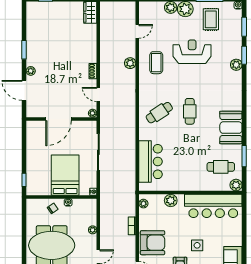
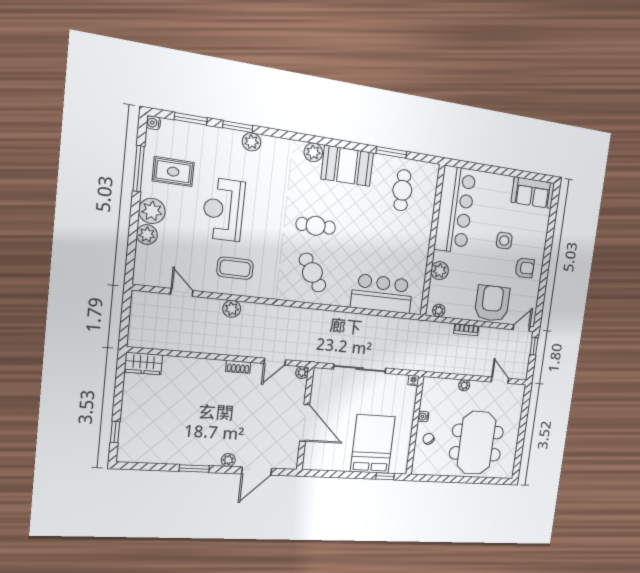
bed: (65, 175) -> (373, 444), moved, turned 90
plant: (236, 185) -> (313, 152), moved

